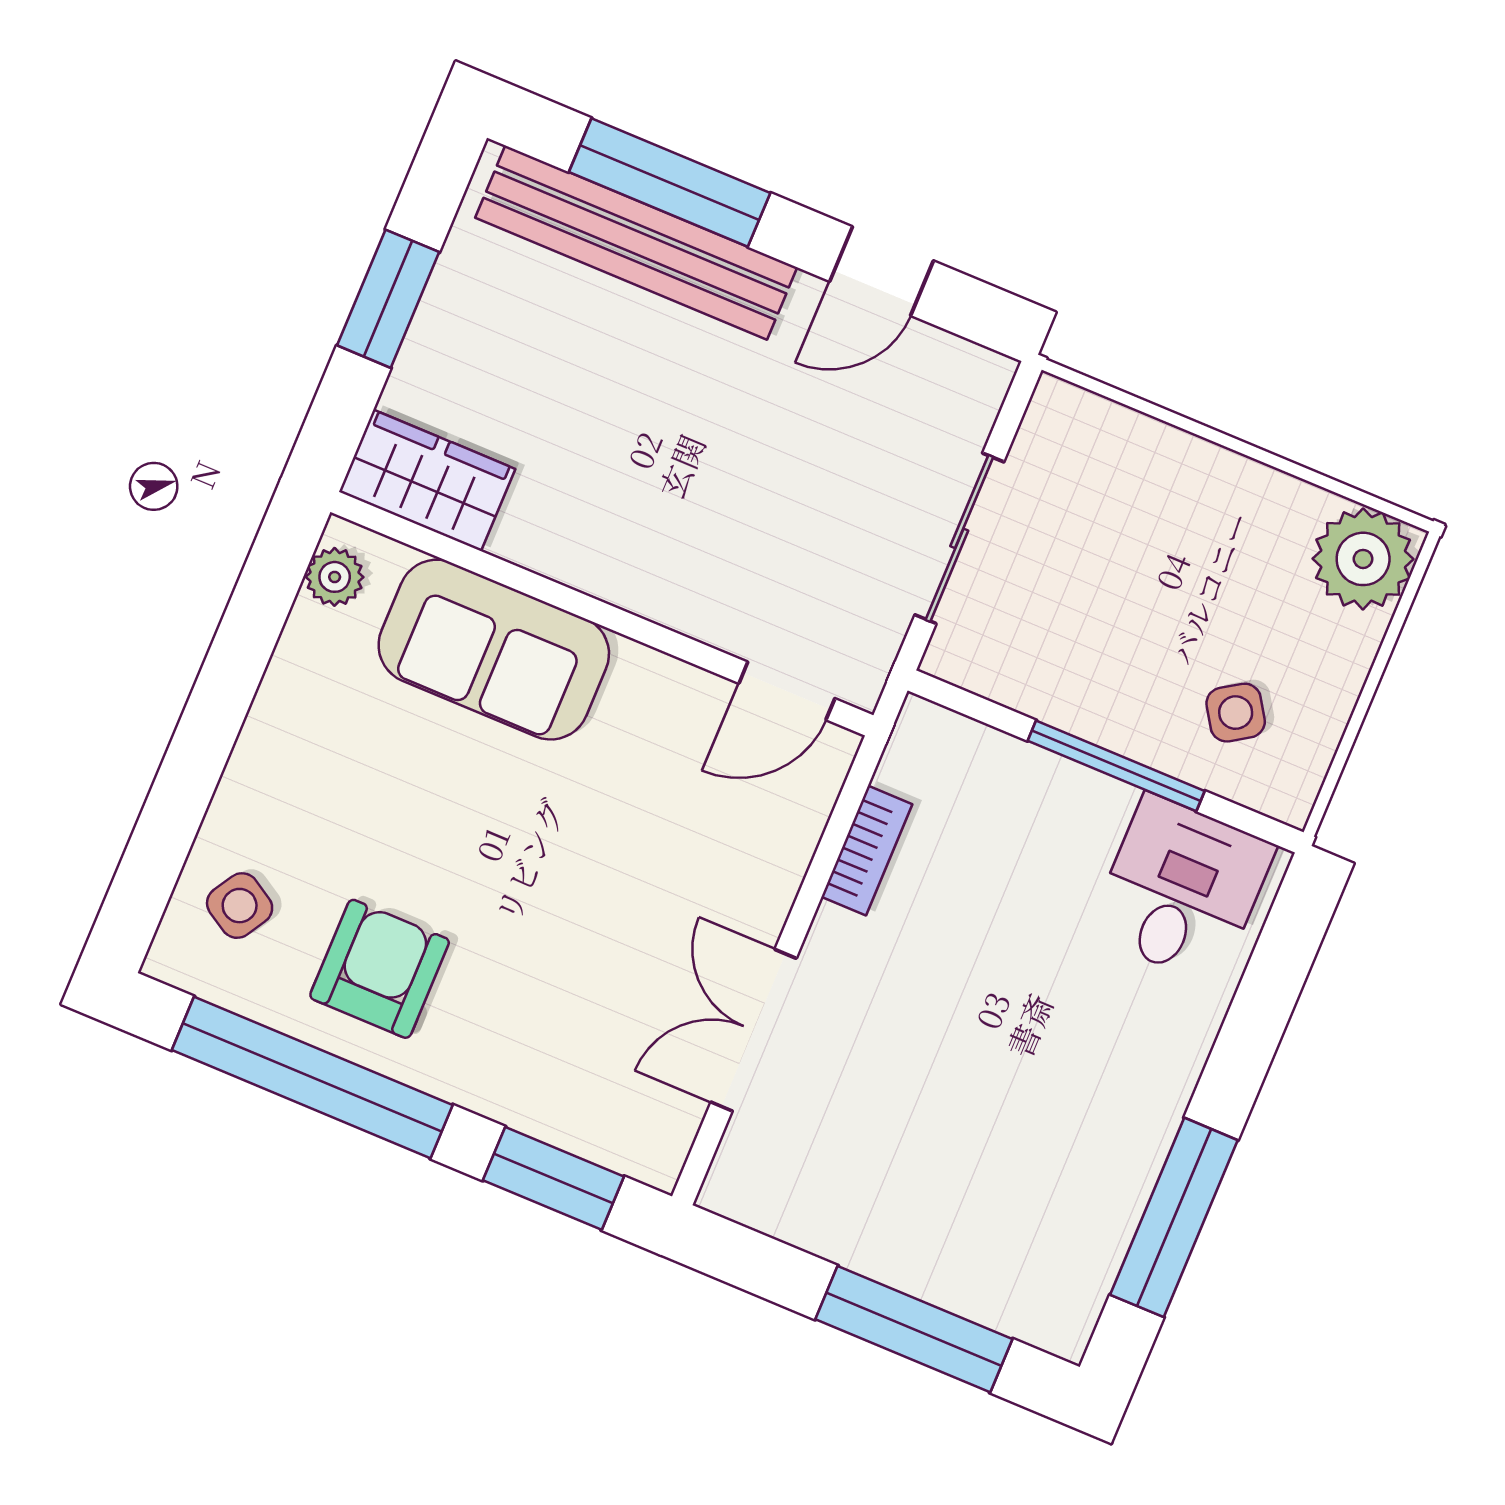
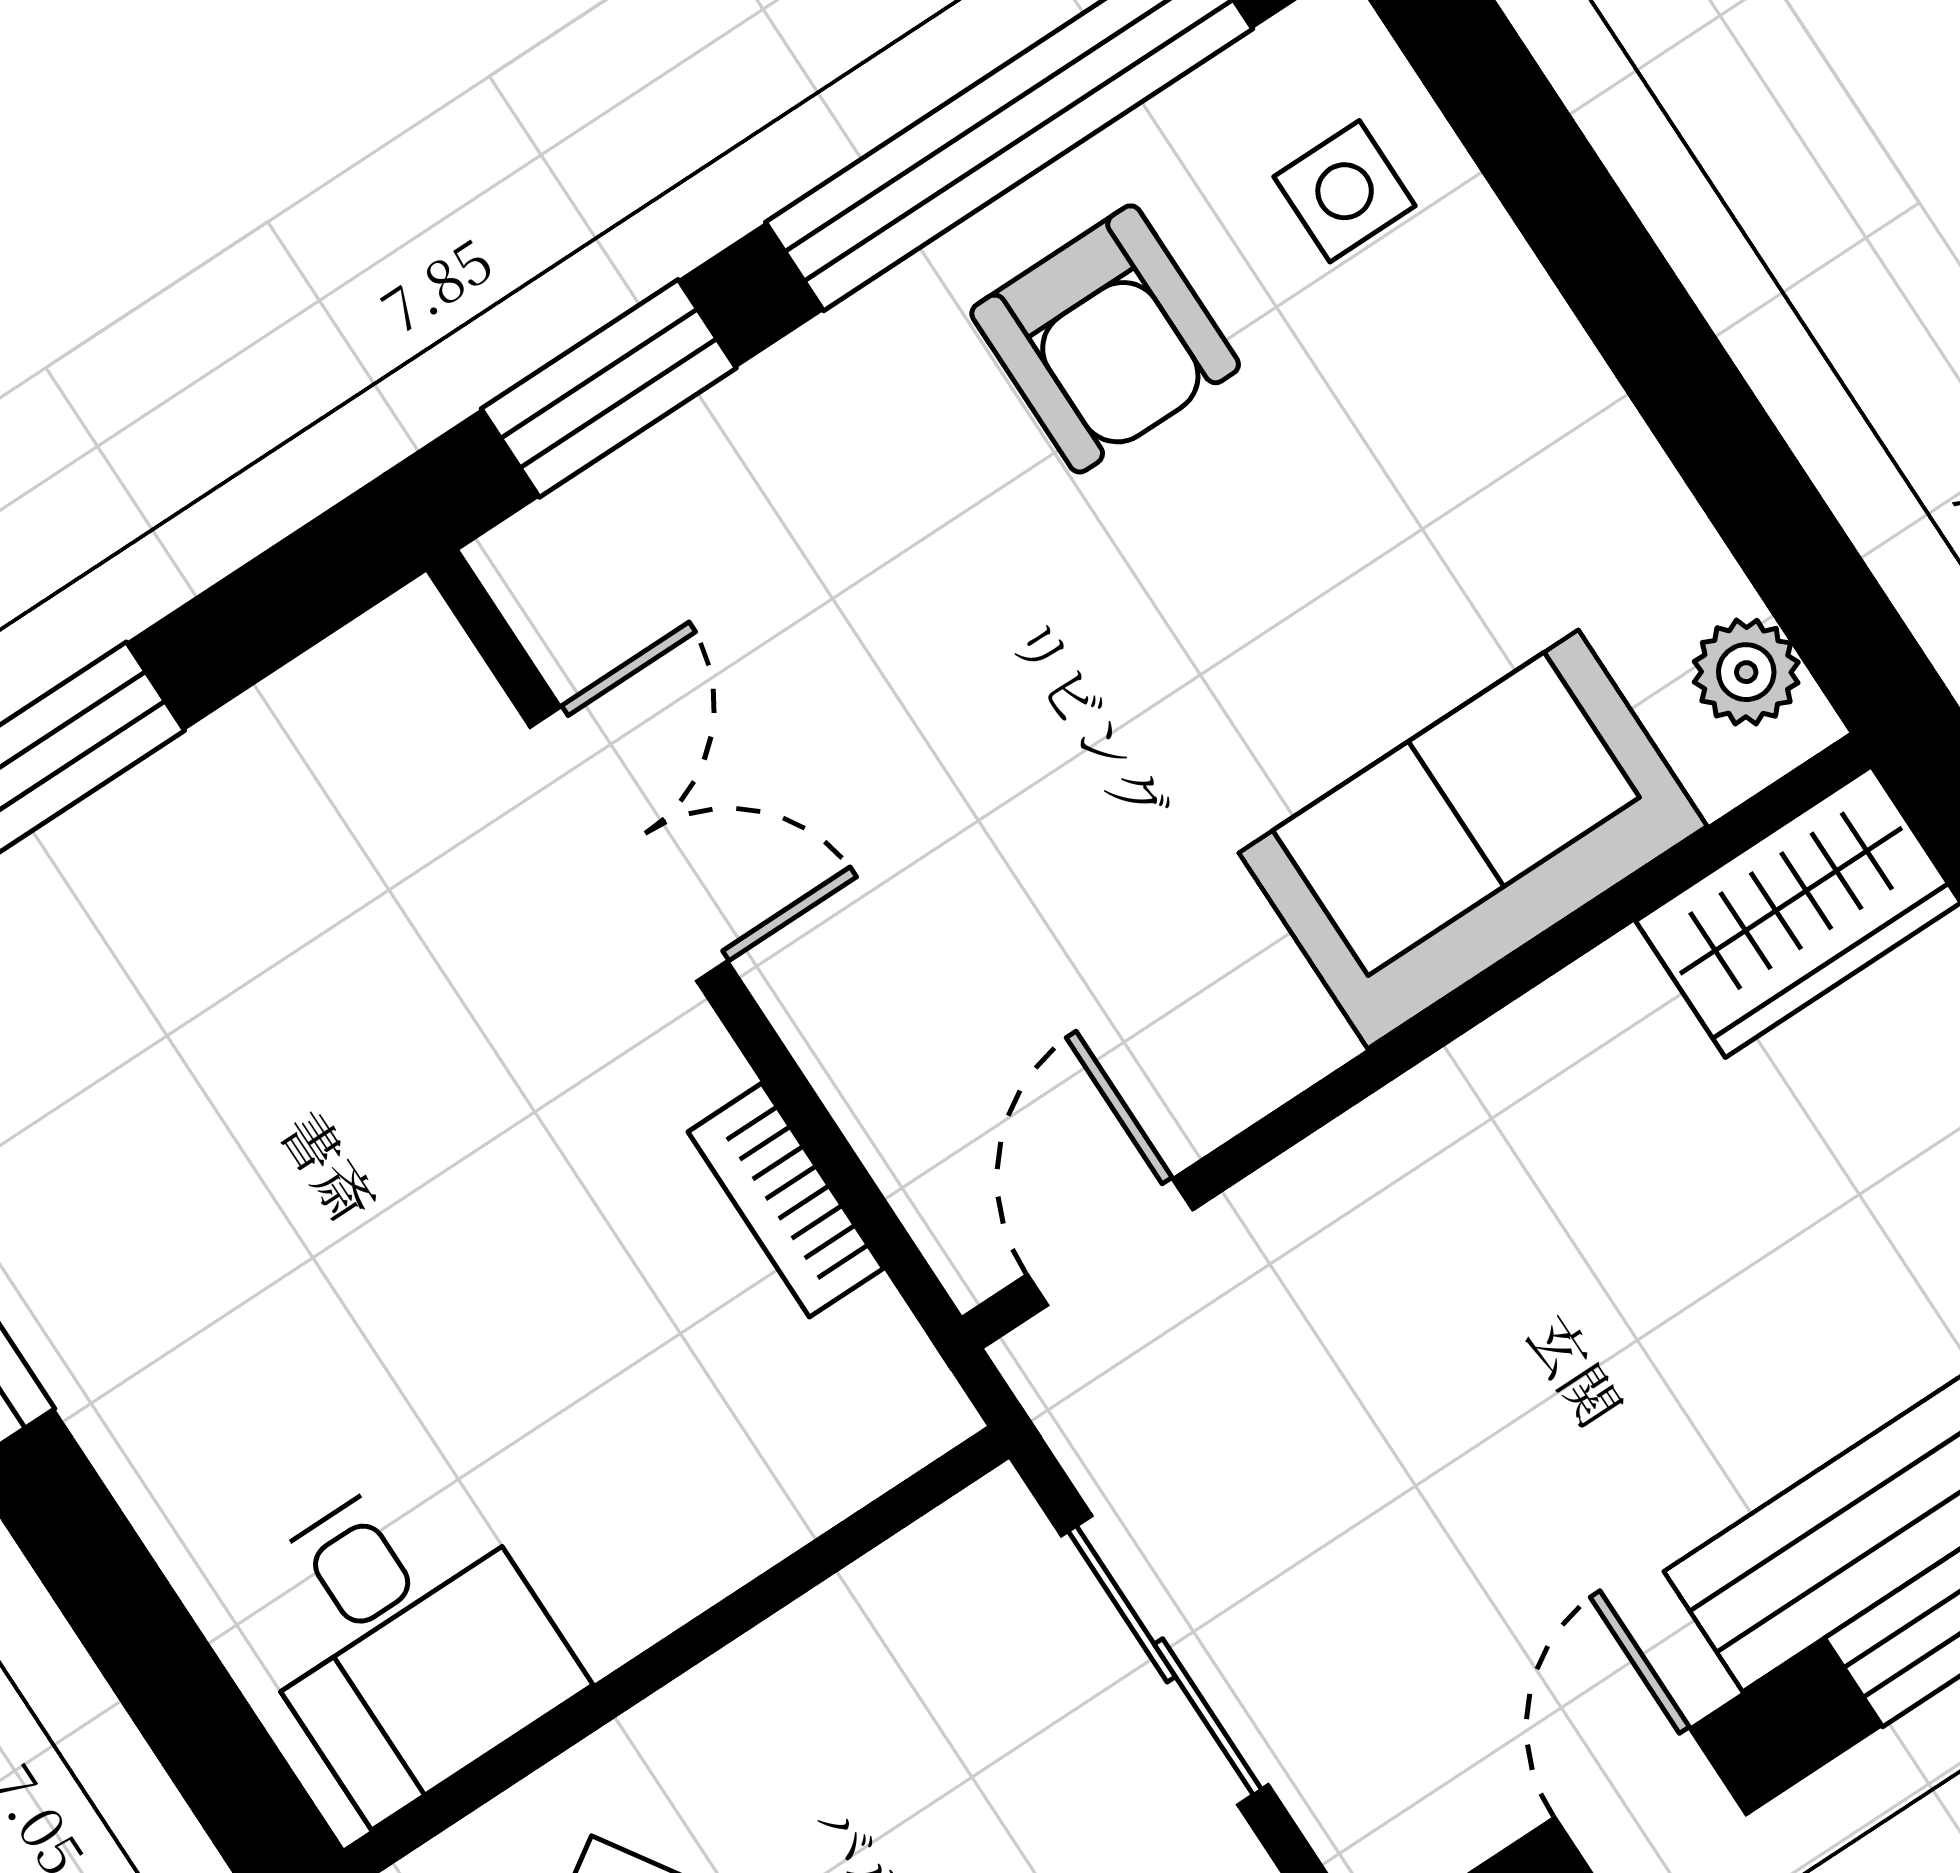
window: (1116, 766) -> (659, 1665), removed
side table: (240, 906) -> (1345, 191), turned -31

